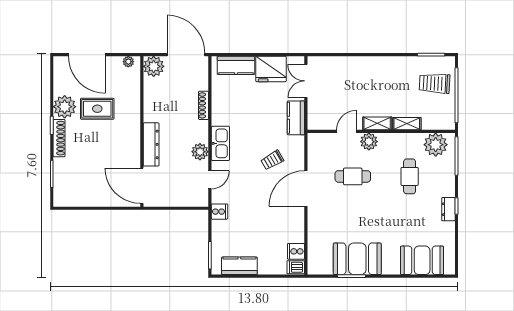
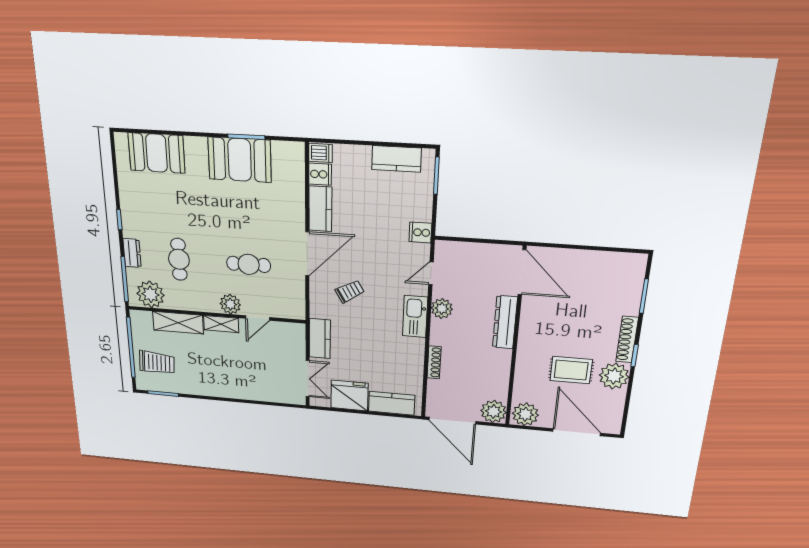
plant: (128, 62) -> (525, 414), width x1.88, depth x1.88
shelving: (407, 124) -> (178, 323), width x1.50, depth x1.33
dresser: (448, 209) -> (132, 253), moved
kitchen counter: (296, 225) -> (320, 209), added

